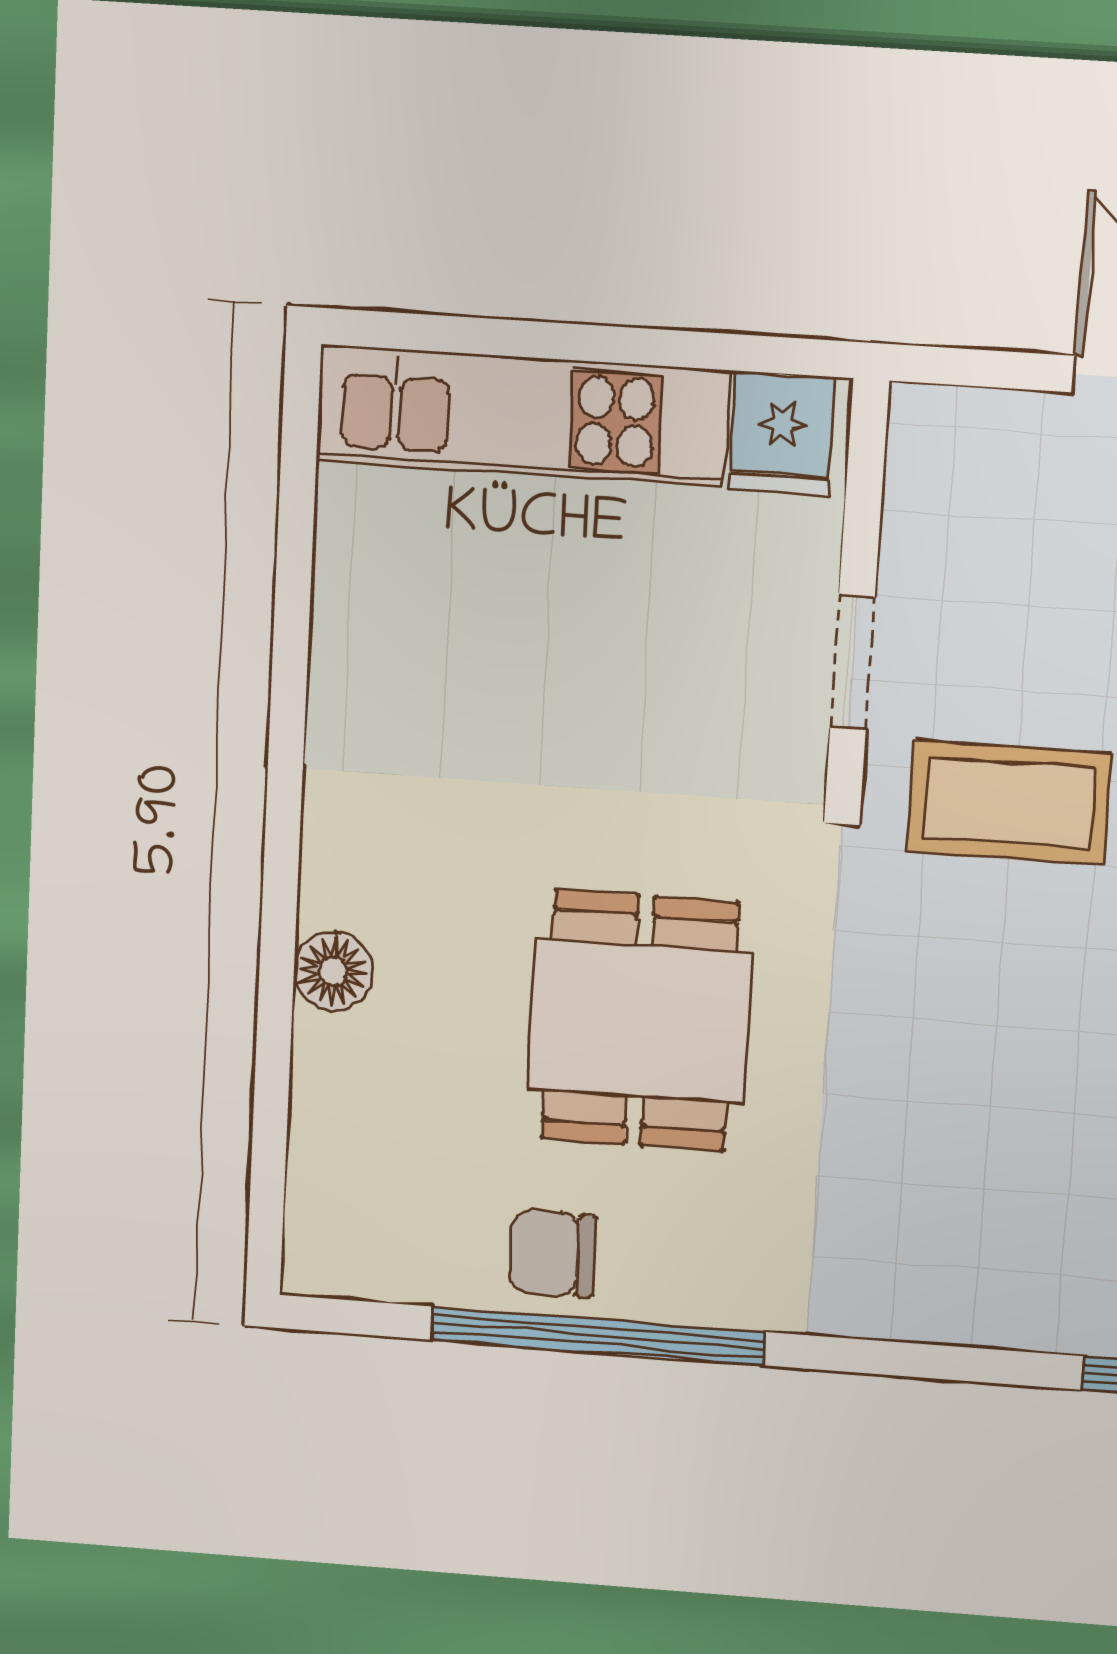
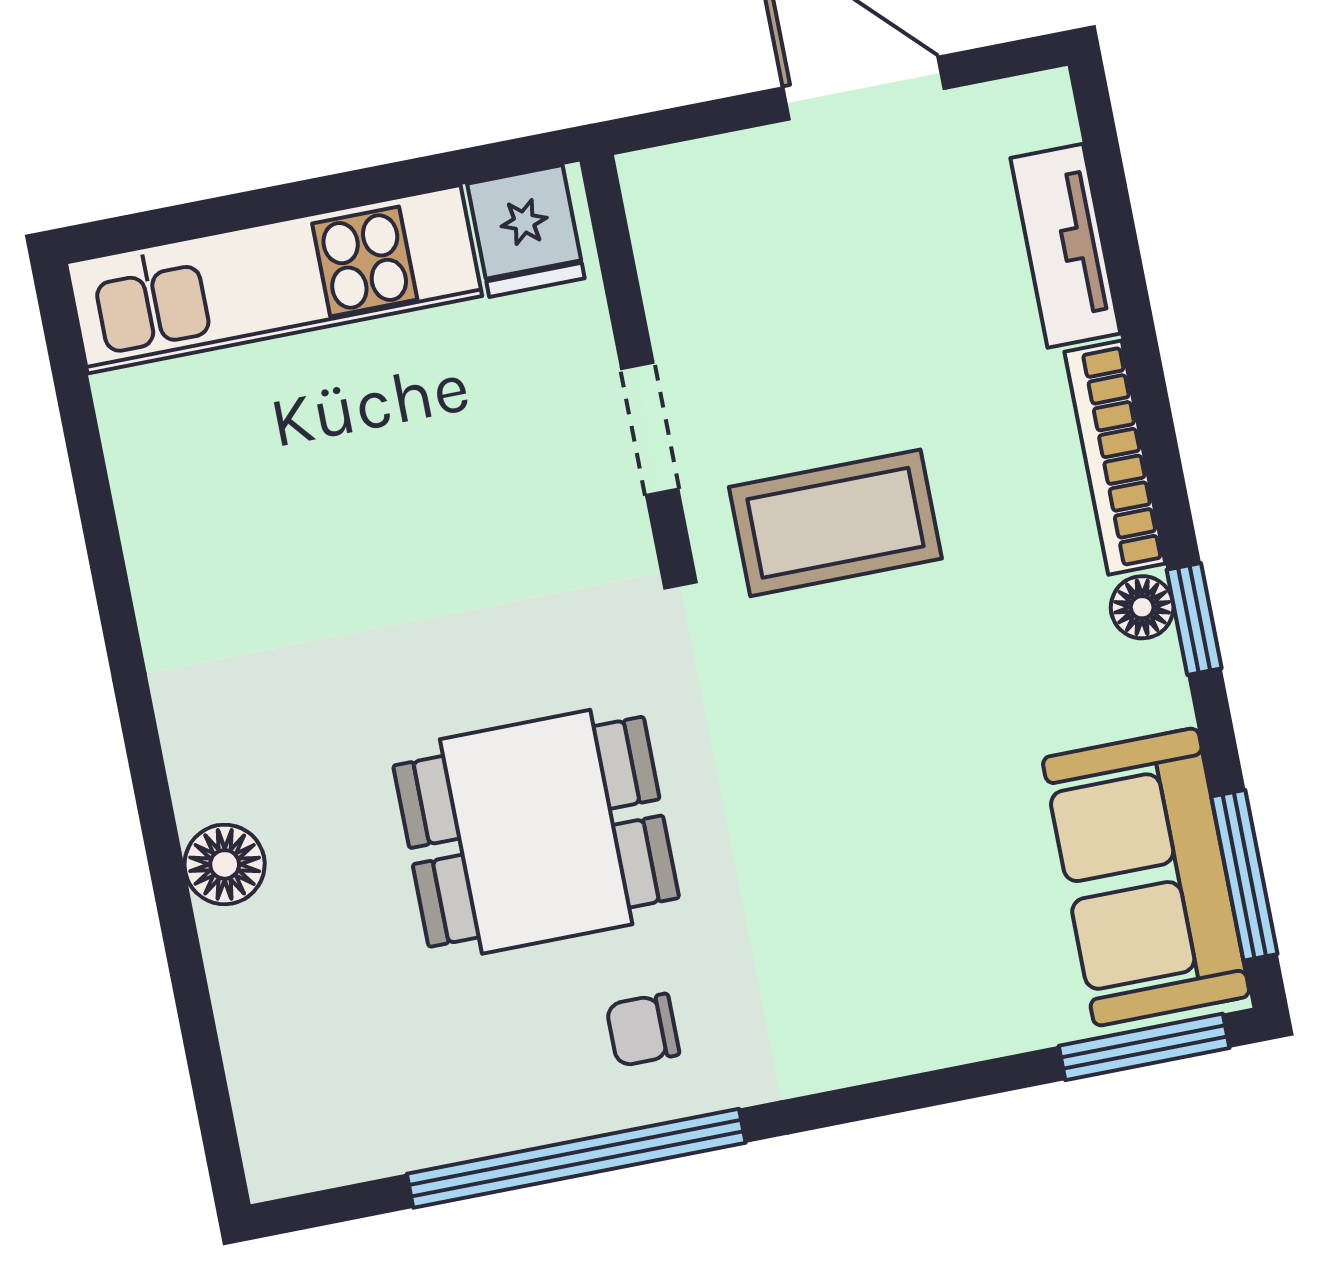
dining table: (640, 1021) -> (536, 832), turned 90
chair: (552, 1254) -> (643, 1030), moved, width x0.73, depth x0.73

